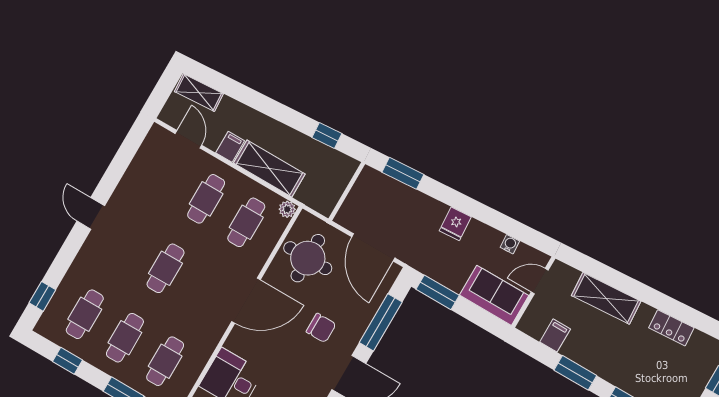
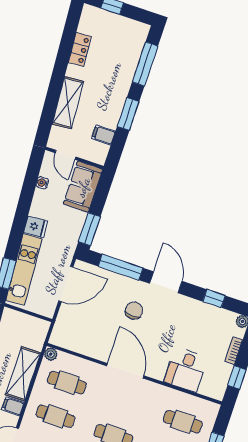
kitchen unit: (403, 197) -> (24, 269), added
round table: (308, 258) -> (84, 331), removed

